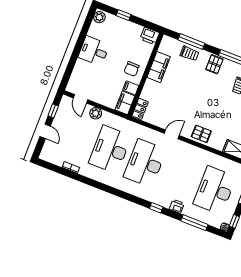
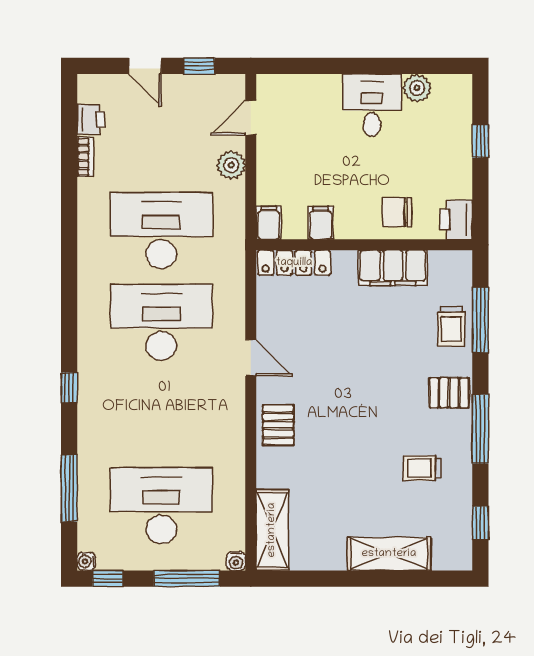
plant: (99, 17) -> (417, 88), moved
chair: (132, 69) -> (397, 212), moved
filing cabinet: (125, 103) -> (269, 223), width x0.50
locker: (140, 109) -> (294, 263), width x1.53
door: (45, 131) -> (145, 66), hinge flipped
printer: (177, 206) -> (91, 119), moved

